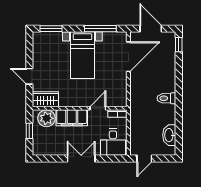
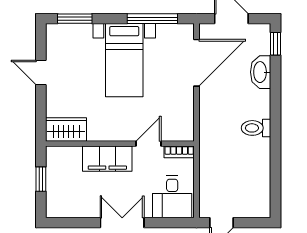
door: (29, 76) -> (41, 73), moved
plant: (46, 118) -> (68, 159), removed
washbasin: (169, 135) -> (261, 72), moved

